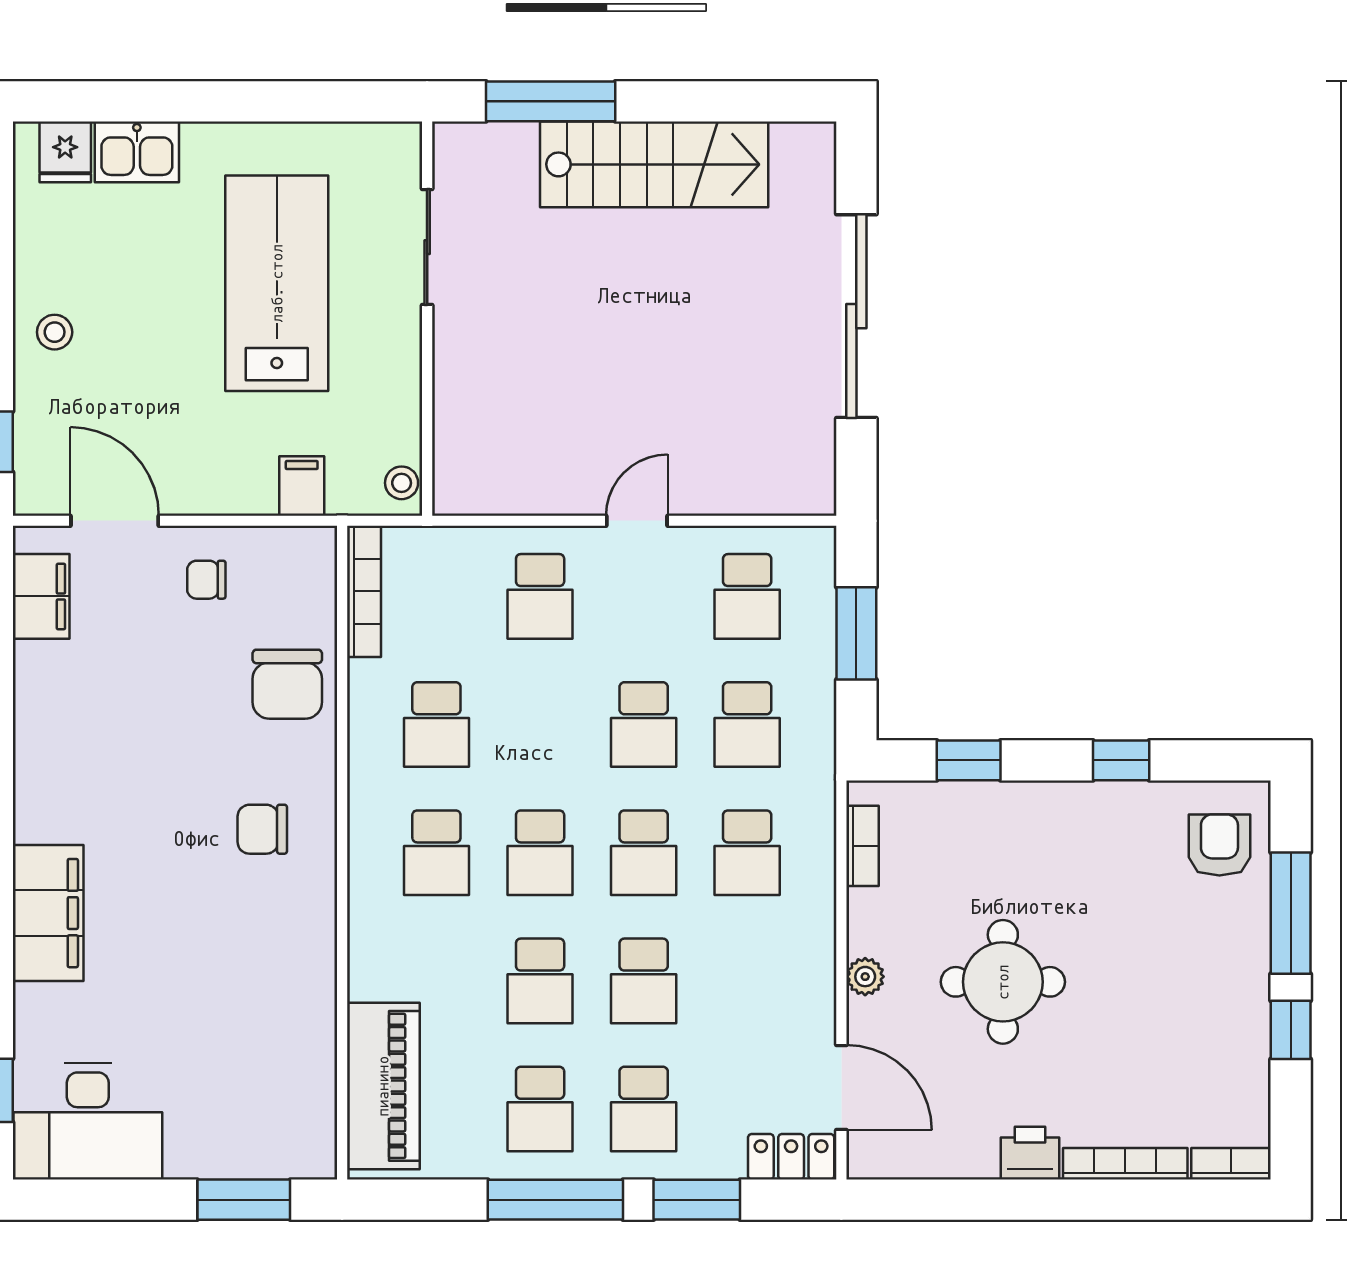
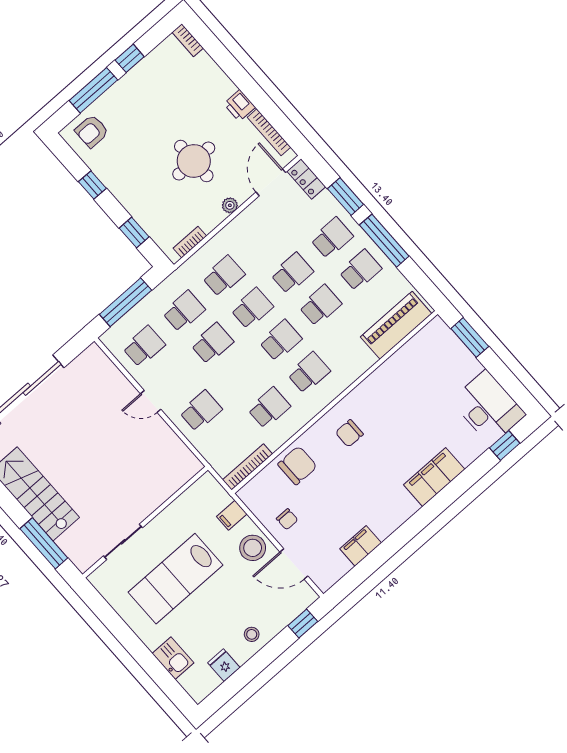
fridge: (65, 152) -> (224, 665), moved, turned -90
stool: (402, 483) -> (253, 548), moved, width x1.89, depth x1.89
door: (115, 521) -> (294, 564), hinge flipped
filing cabinet: (41, 596) -> (361, 546), moved
window: (856, 633) -> (125, 302), width x1.44
chair: (262, 829) -> (349, 433), turned 90
bookcase: (1125, 1164) -> (269, 132), moved

